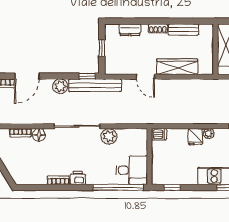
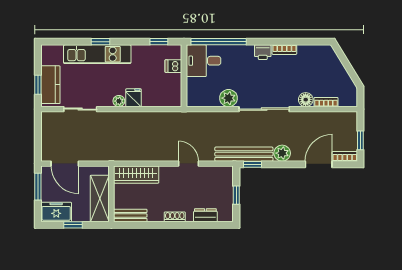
bench: (183, 30) -> (130, 215), moved
wardrobe: (177, 67) -> (136, 175), moved
dishwasher: (159, 134) -> (173, 66), moved

